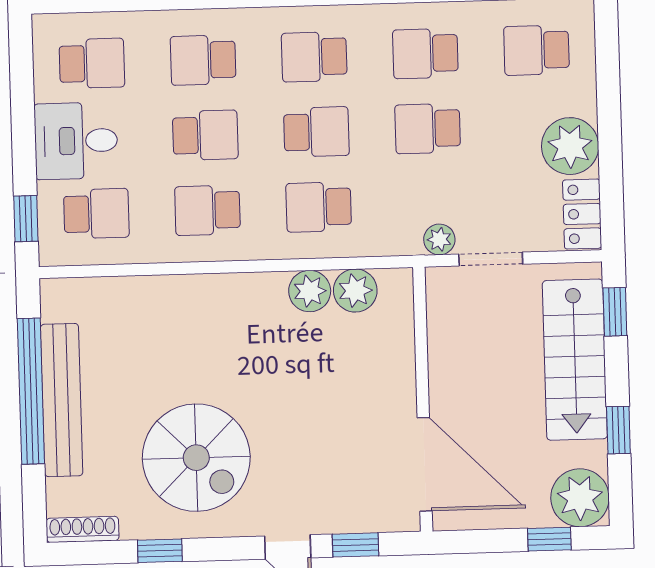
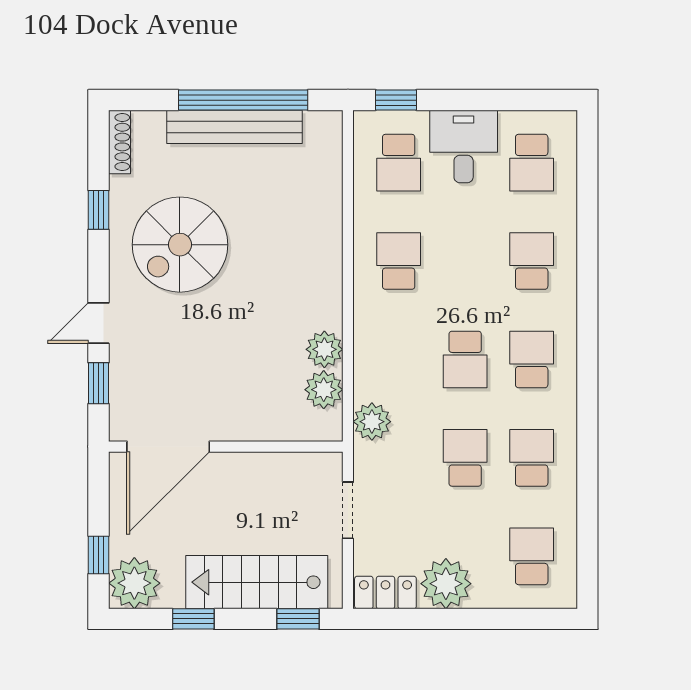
school desk: (205, 135) -> (465, 261), removed
school desk: (319, 207) -> (399, 359), removed
plant: (439, 239) -> (372, 422), moved, width x1.38, depth x1.38

